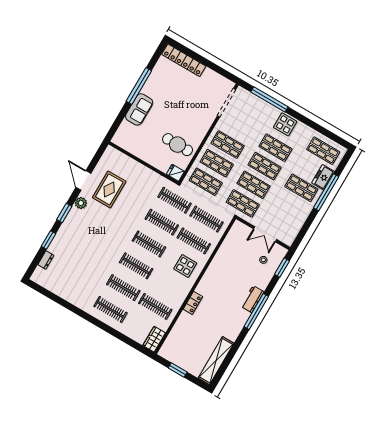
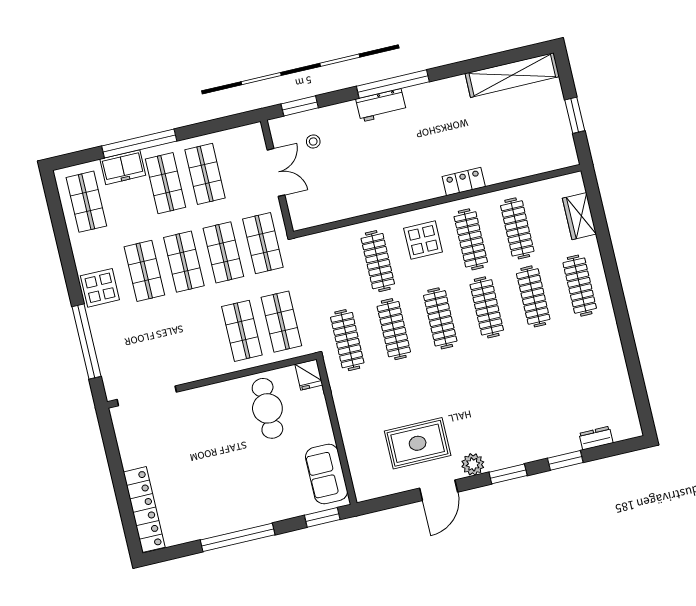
sofa: (139, 109) -> (326, 474), moved, turned -90
window: (116, 126) -> (322, 517), added
shop shelf: (228, 145) -> (205, 174), moved
clothes rail: (207, 219) -> (471, 239), moved
wardrobe: (154, 339) -> (579, 216), moved, turned 90

